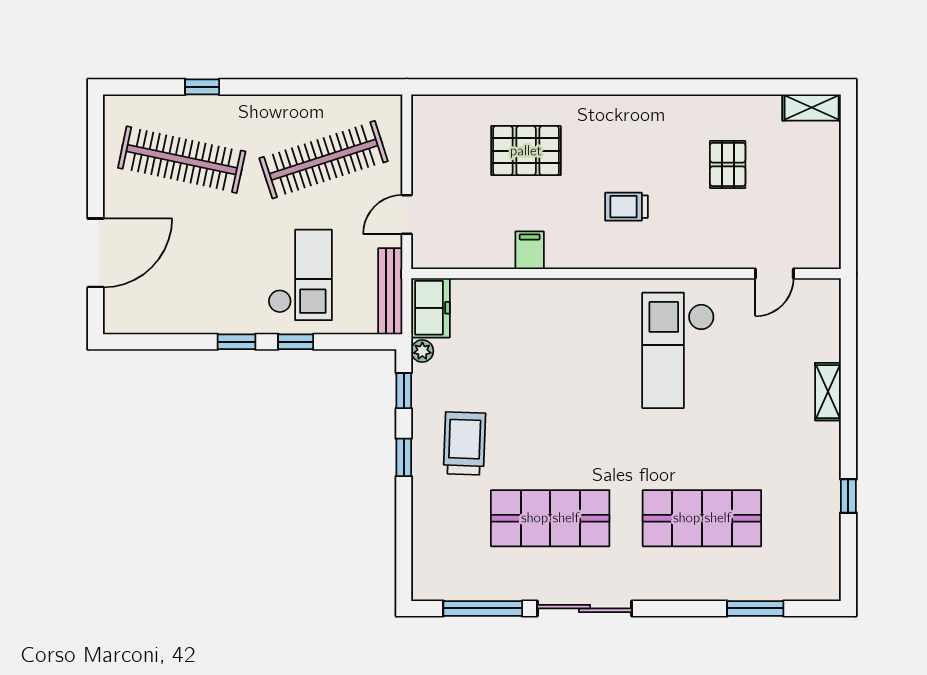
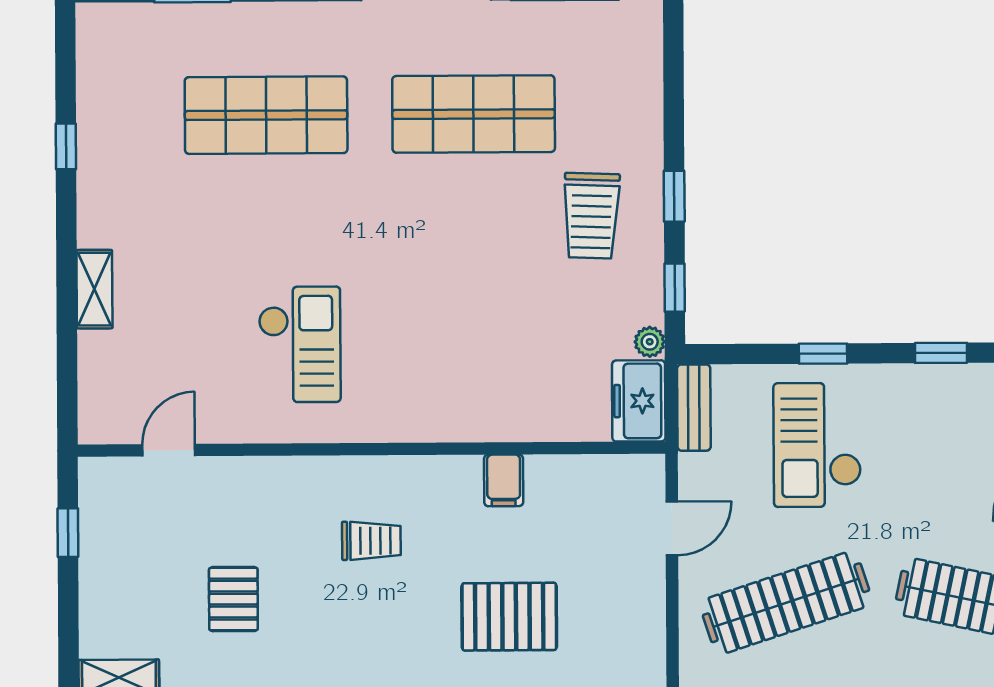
window: (848, 214) -> (68, 533), added
bench: (390, 291) -> (694, 408), width x0.73
window: (237, 342) -> (941, 353), moved
checkout: (678, 350) -> (300, 344), width x0.73, depth x0.83

